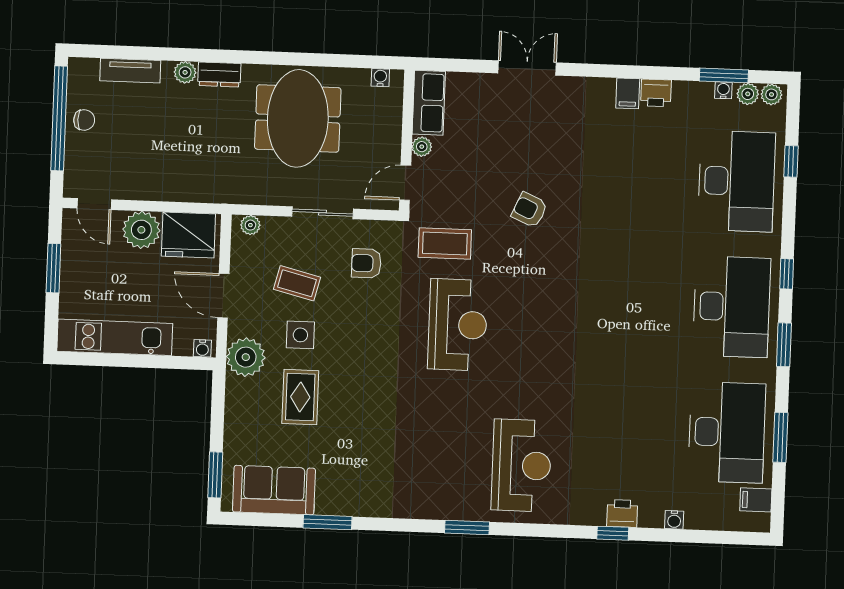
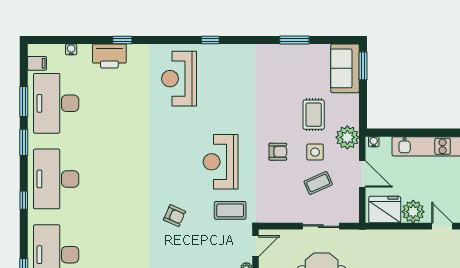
armchair: (529, 210) -> (175, 216), moved
sliding door: (323, 213) -> (321, 226), moved
plant: (250, 225) -> (348, 217), removed
armchair: (366, 263) -> (278, 152), moved
coffee table: (297, 283) -> (318, 183), turned -38
window: (784, 345) -> (24, 142), moved
sofa: (274, 490) -> (345, 68), moved, turned 90
printer: (622, 513) -> (109, 56), width x1.87, depth x1.48
water cooler: (674, 520) -> (71, 49), moved
window: (467, 528) -> (210, 40), width x0.67

